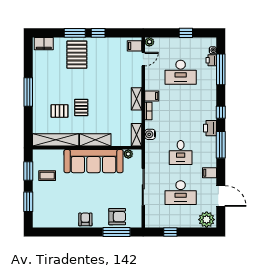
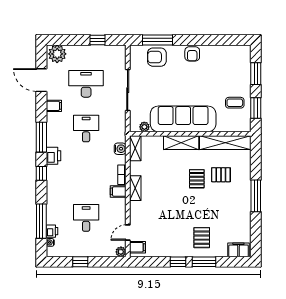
pallet: (77, 55) -> (202, 238), width x0.67, depth x0.71
desk: (181, 72) -> (86, 218), width x0.73

